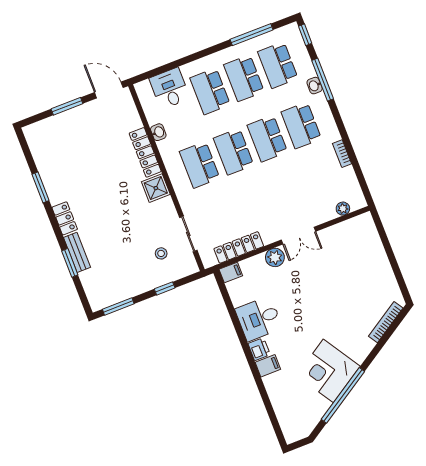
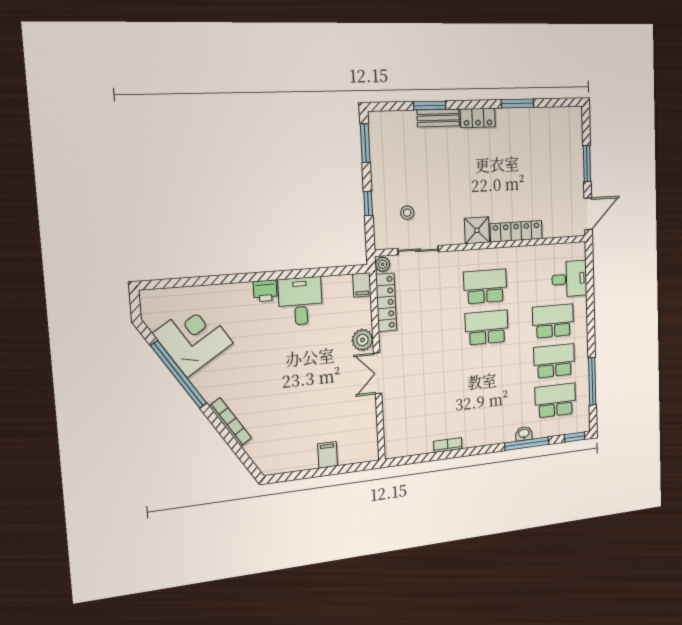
school desk: (301, 125) -> (490, 409), removed
washbasin: (158, 132) -> (531, 252), removed
school desk: (267, 139) -> (488, 368), removed
plant: (343, 209) -> (383, 264), moved
bookcase: (386, 322) -> (230, 422), moved
filing cabinet: (268, 366) -> (328, 455), moved, turned 180
corner desk: (328, 371) -> (193, 338), moved

